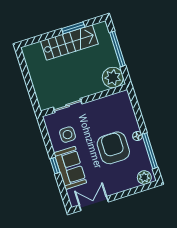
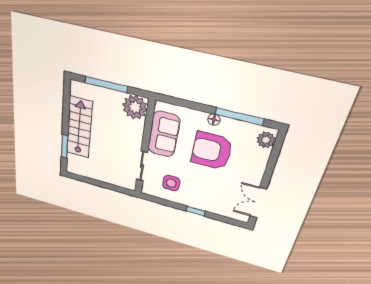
window: (73, 28) -> (65, 146), moved
sofa: (70, 168) -> (164, 134), moved, turned 90

